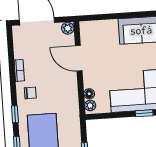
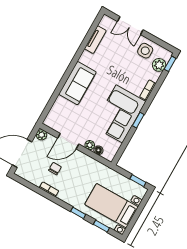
chair: (30, 93) -> (55, 169), moved
plant: (90, 106) -> (90, 145), moved

